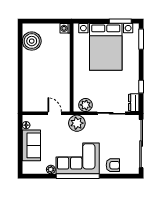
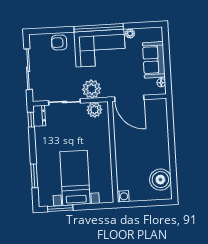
window: (141, 39) -> (34, 176), moved
bed with nightstands: (106, 47) -> (75, 178), width x0.73
window: (141, 87) -> (31, 120), moved
door: (55, 113) -> (129, 98), width x1.87
plant: (77, 123) -> (92, 89), moved
sliding door: (141, 144) -> (28, 69), width x0.73

